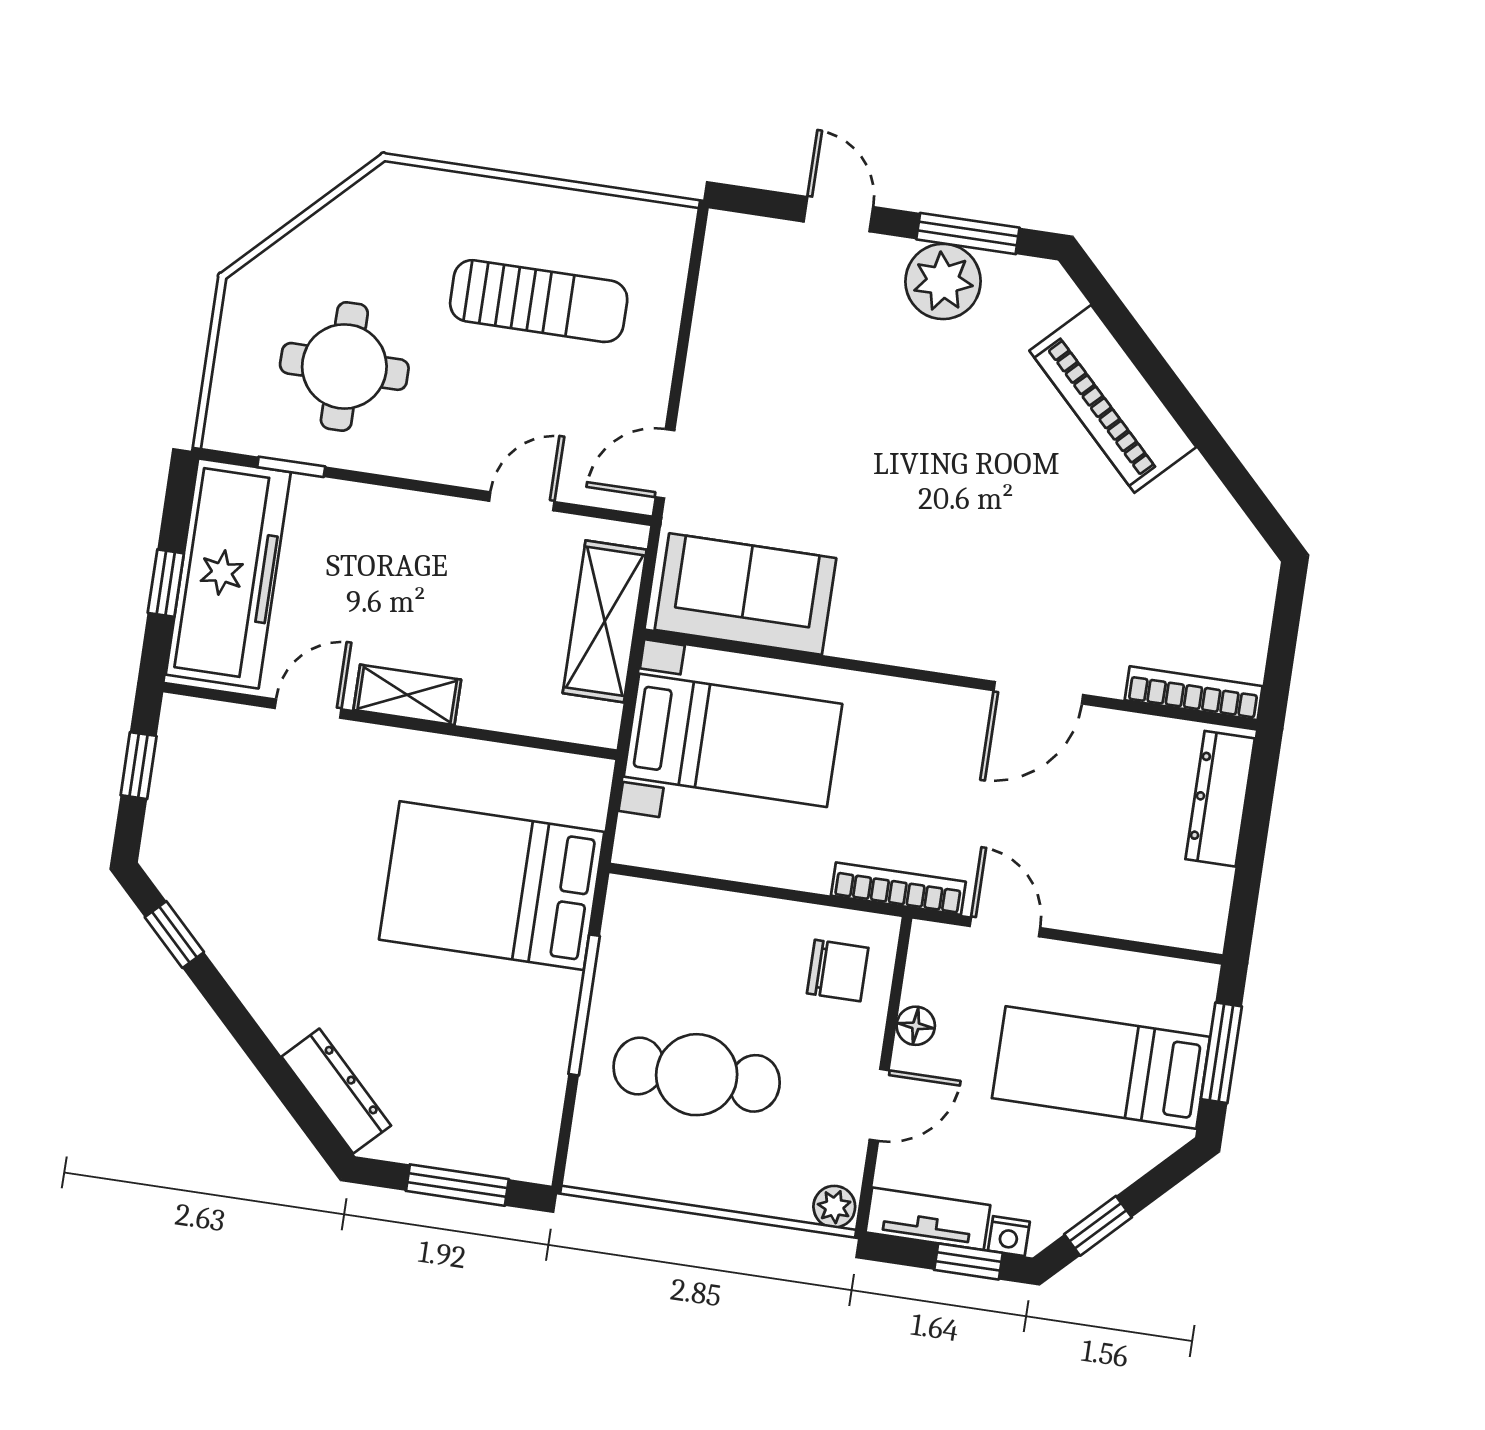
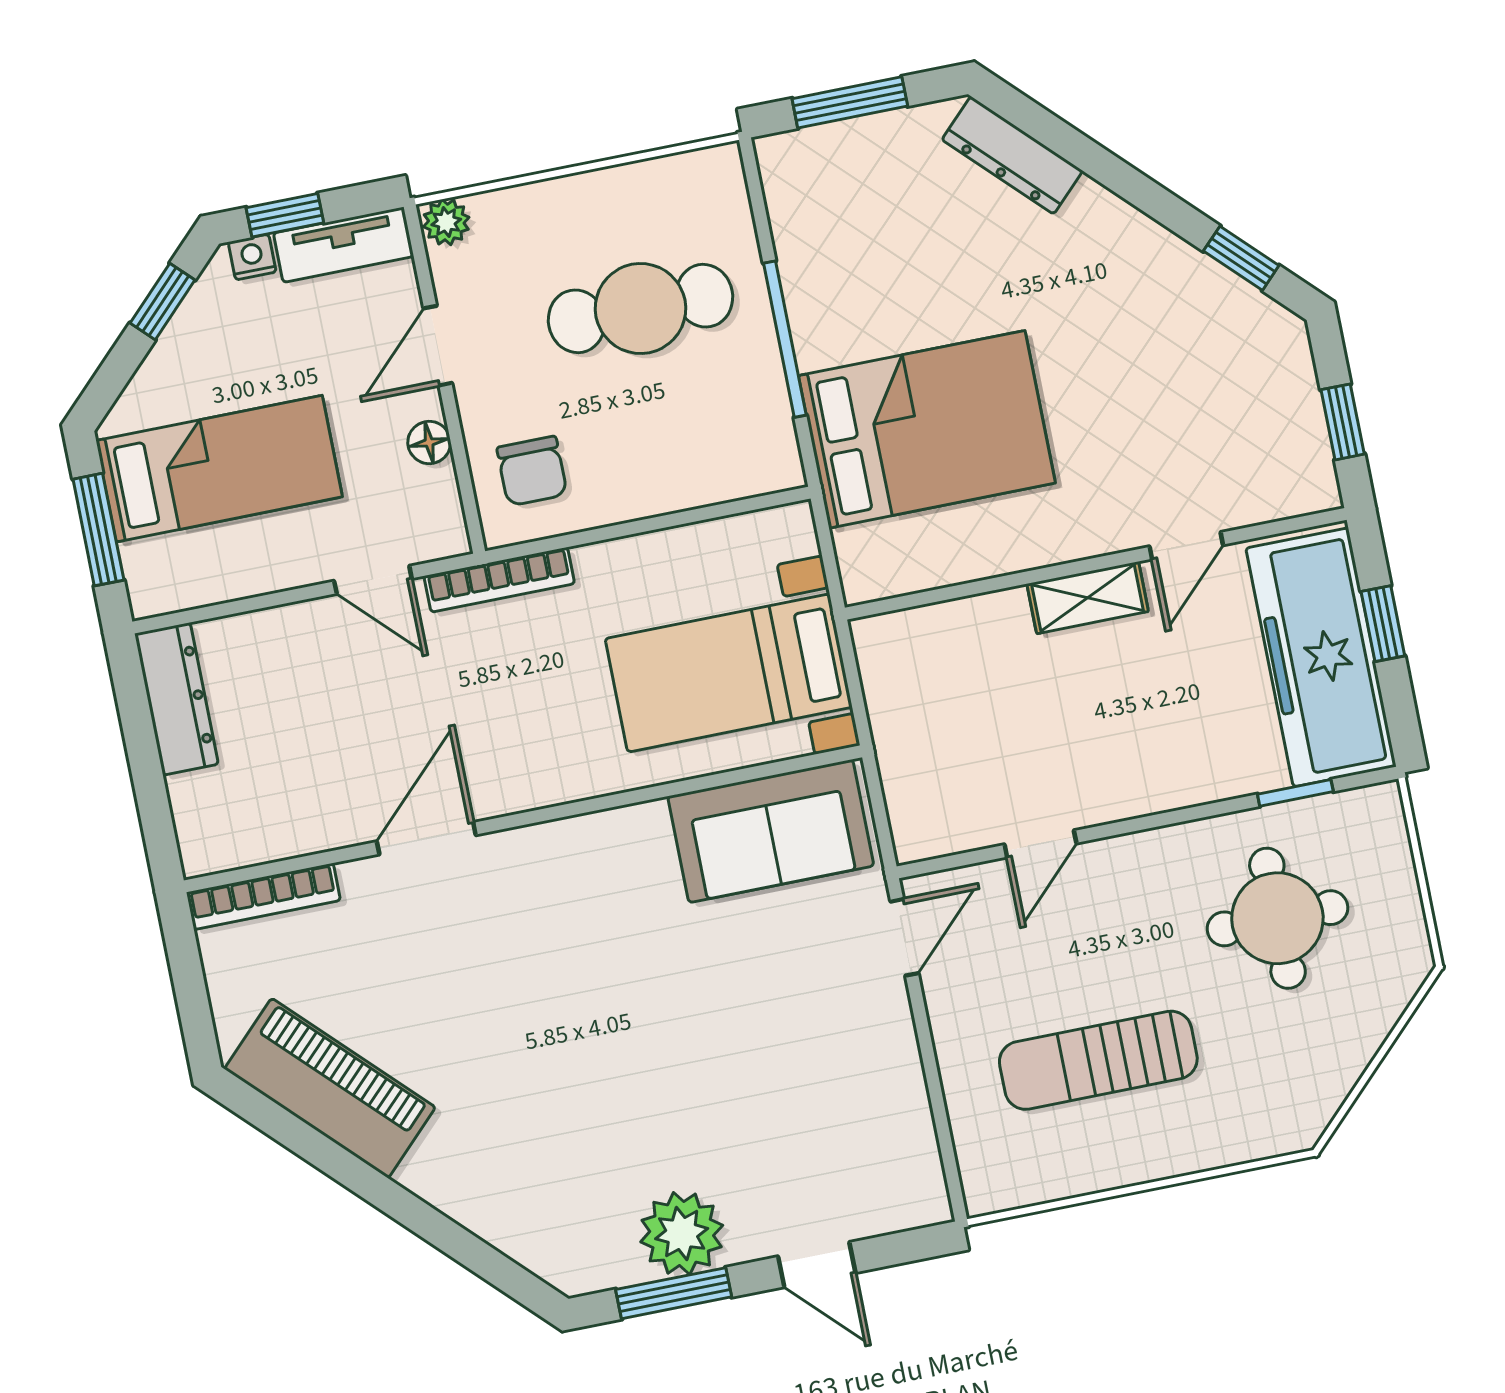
piano: (1113, 399) -> (330, 1088), moved
shelving: (605, 621) -> (908, 749), removed
dresser: (1220, 799) -> (176, 699), moved
chair: (838, 971) -> (532, 471), turned -90

